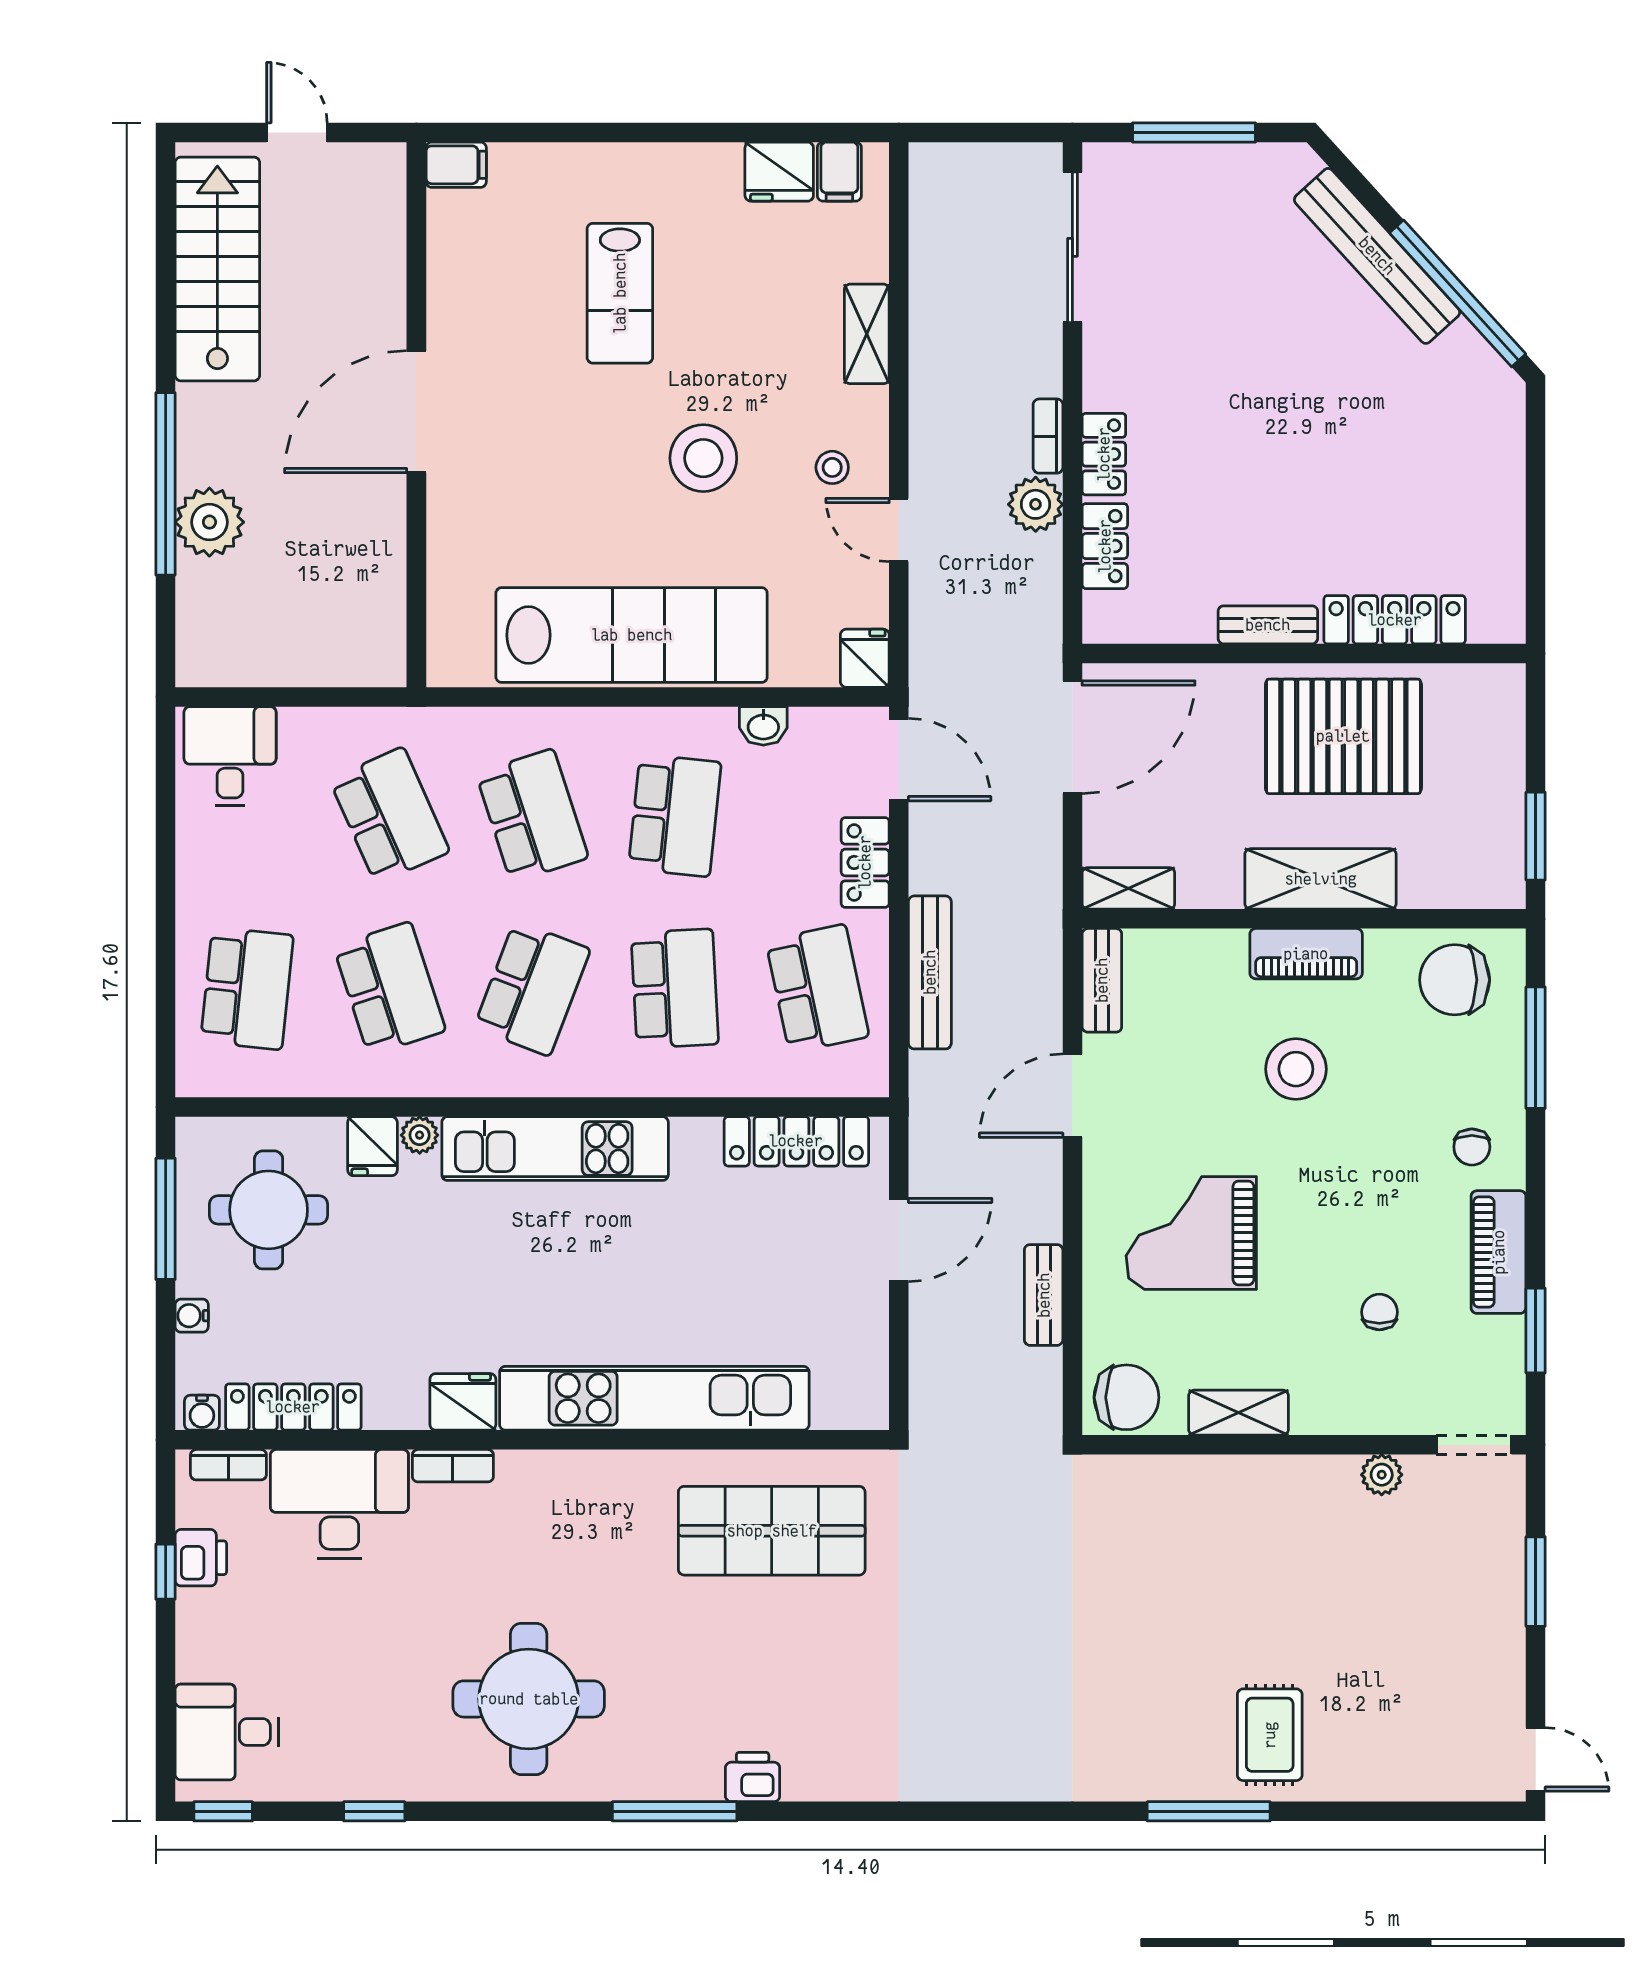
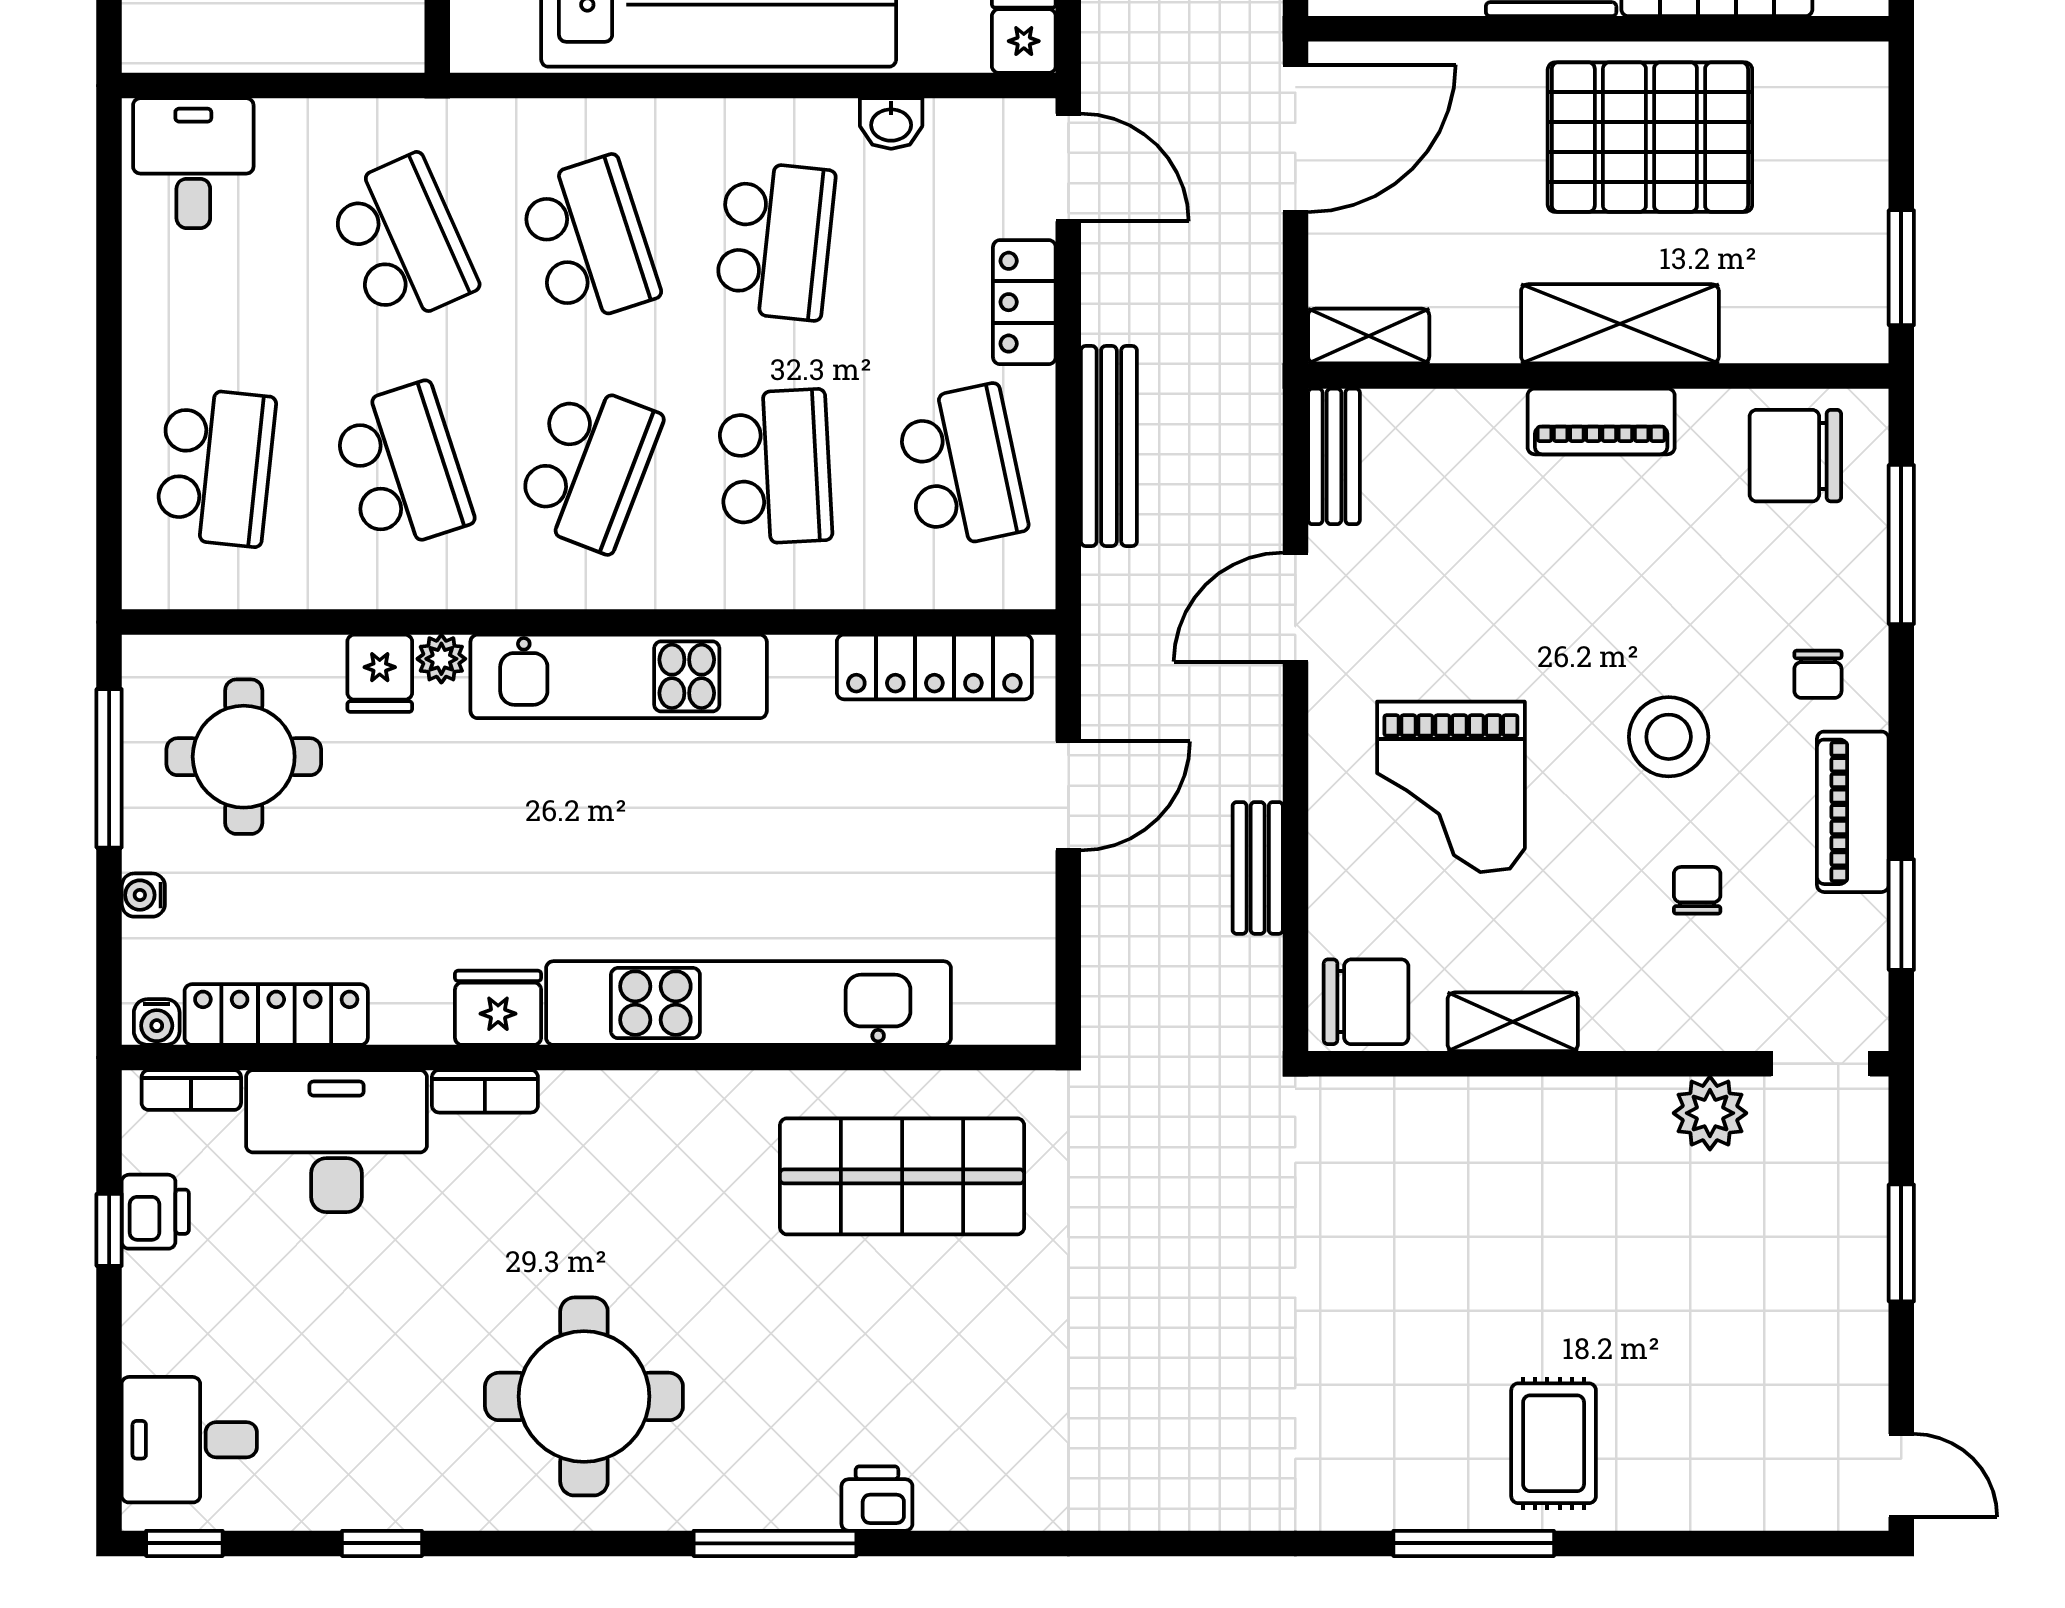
stool: (1296, 1069) -> (1669, 737), moved
grand piano: (1191, 1233) -> (1451, 787), turned -90
plant: (1382, 1475) -> (1710, 1113), width x1.38, depth x1.38

